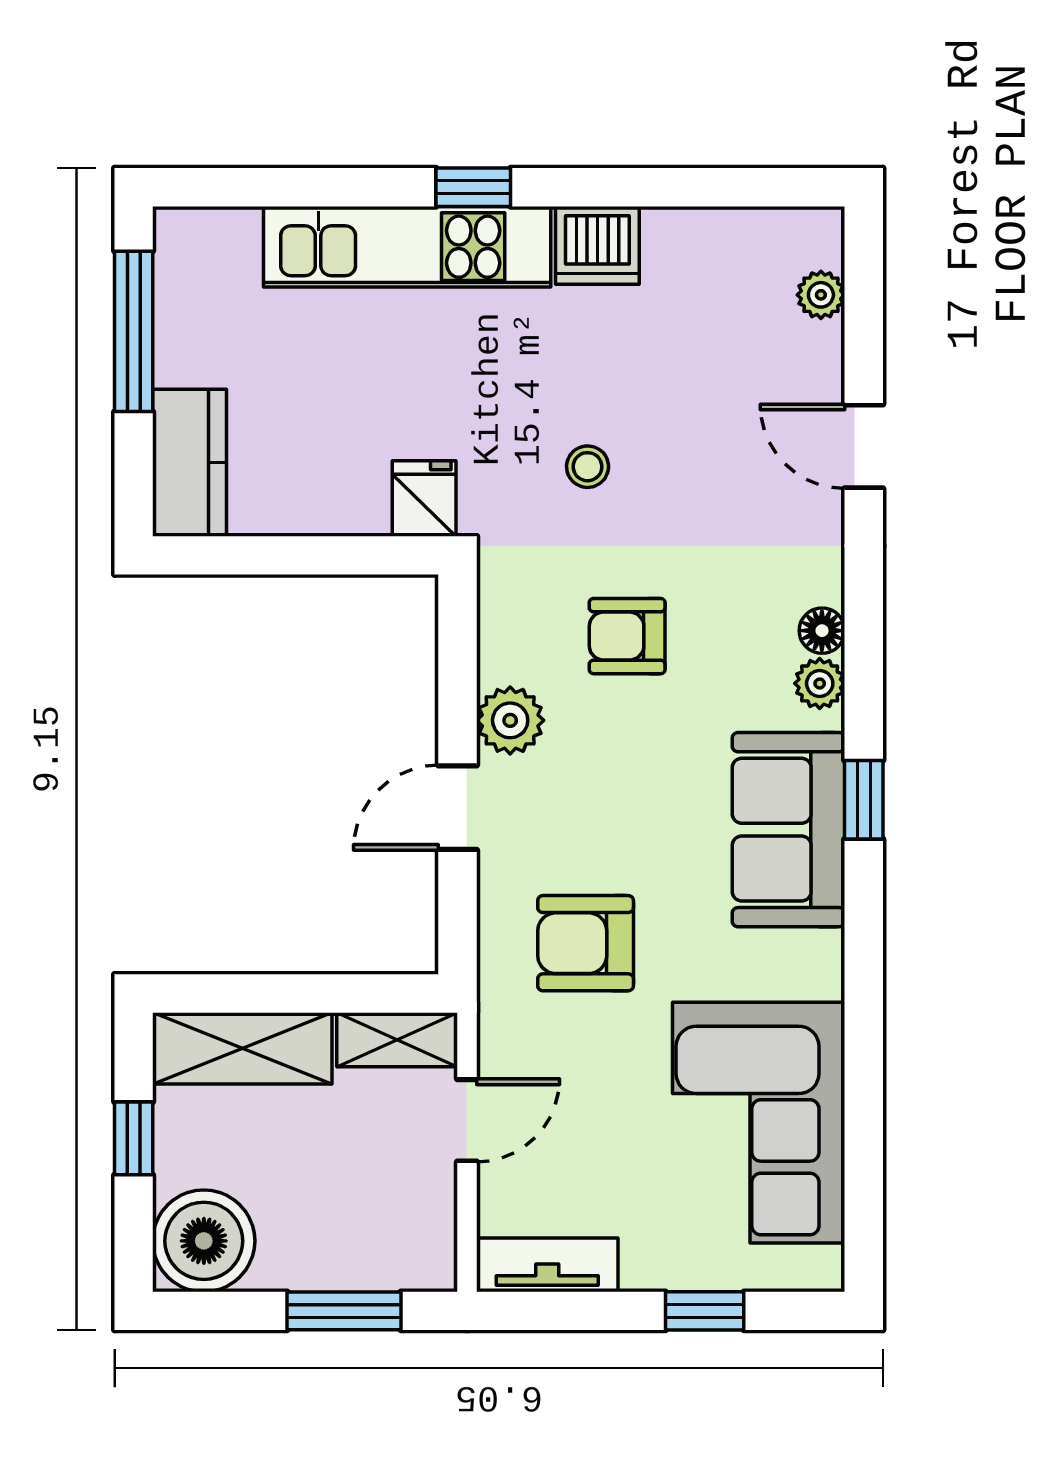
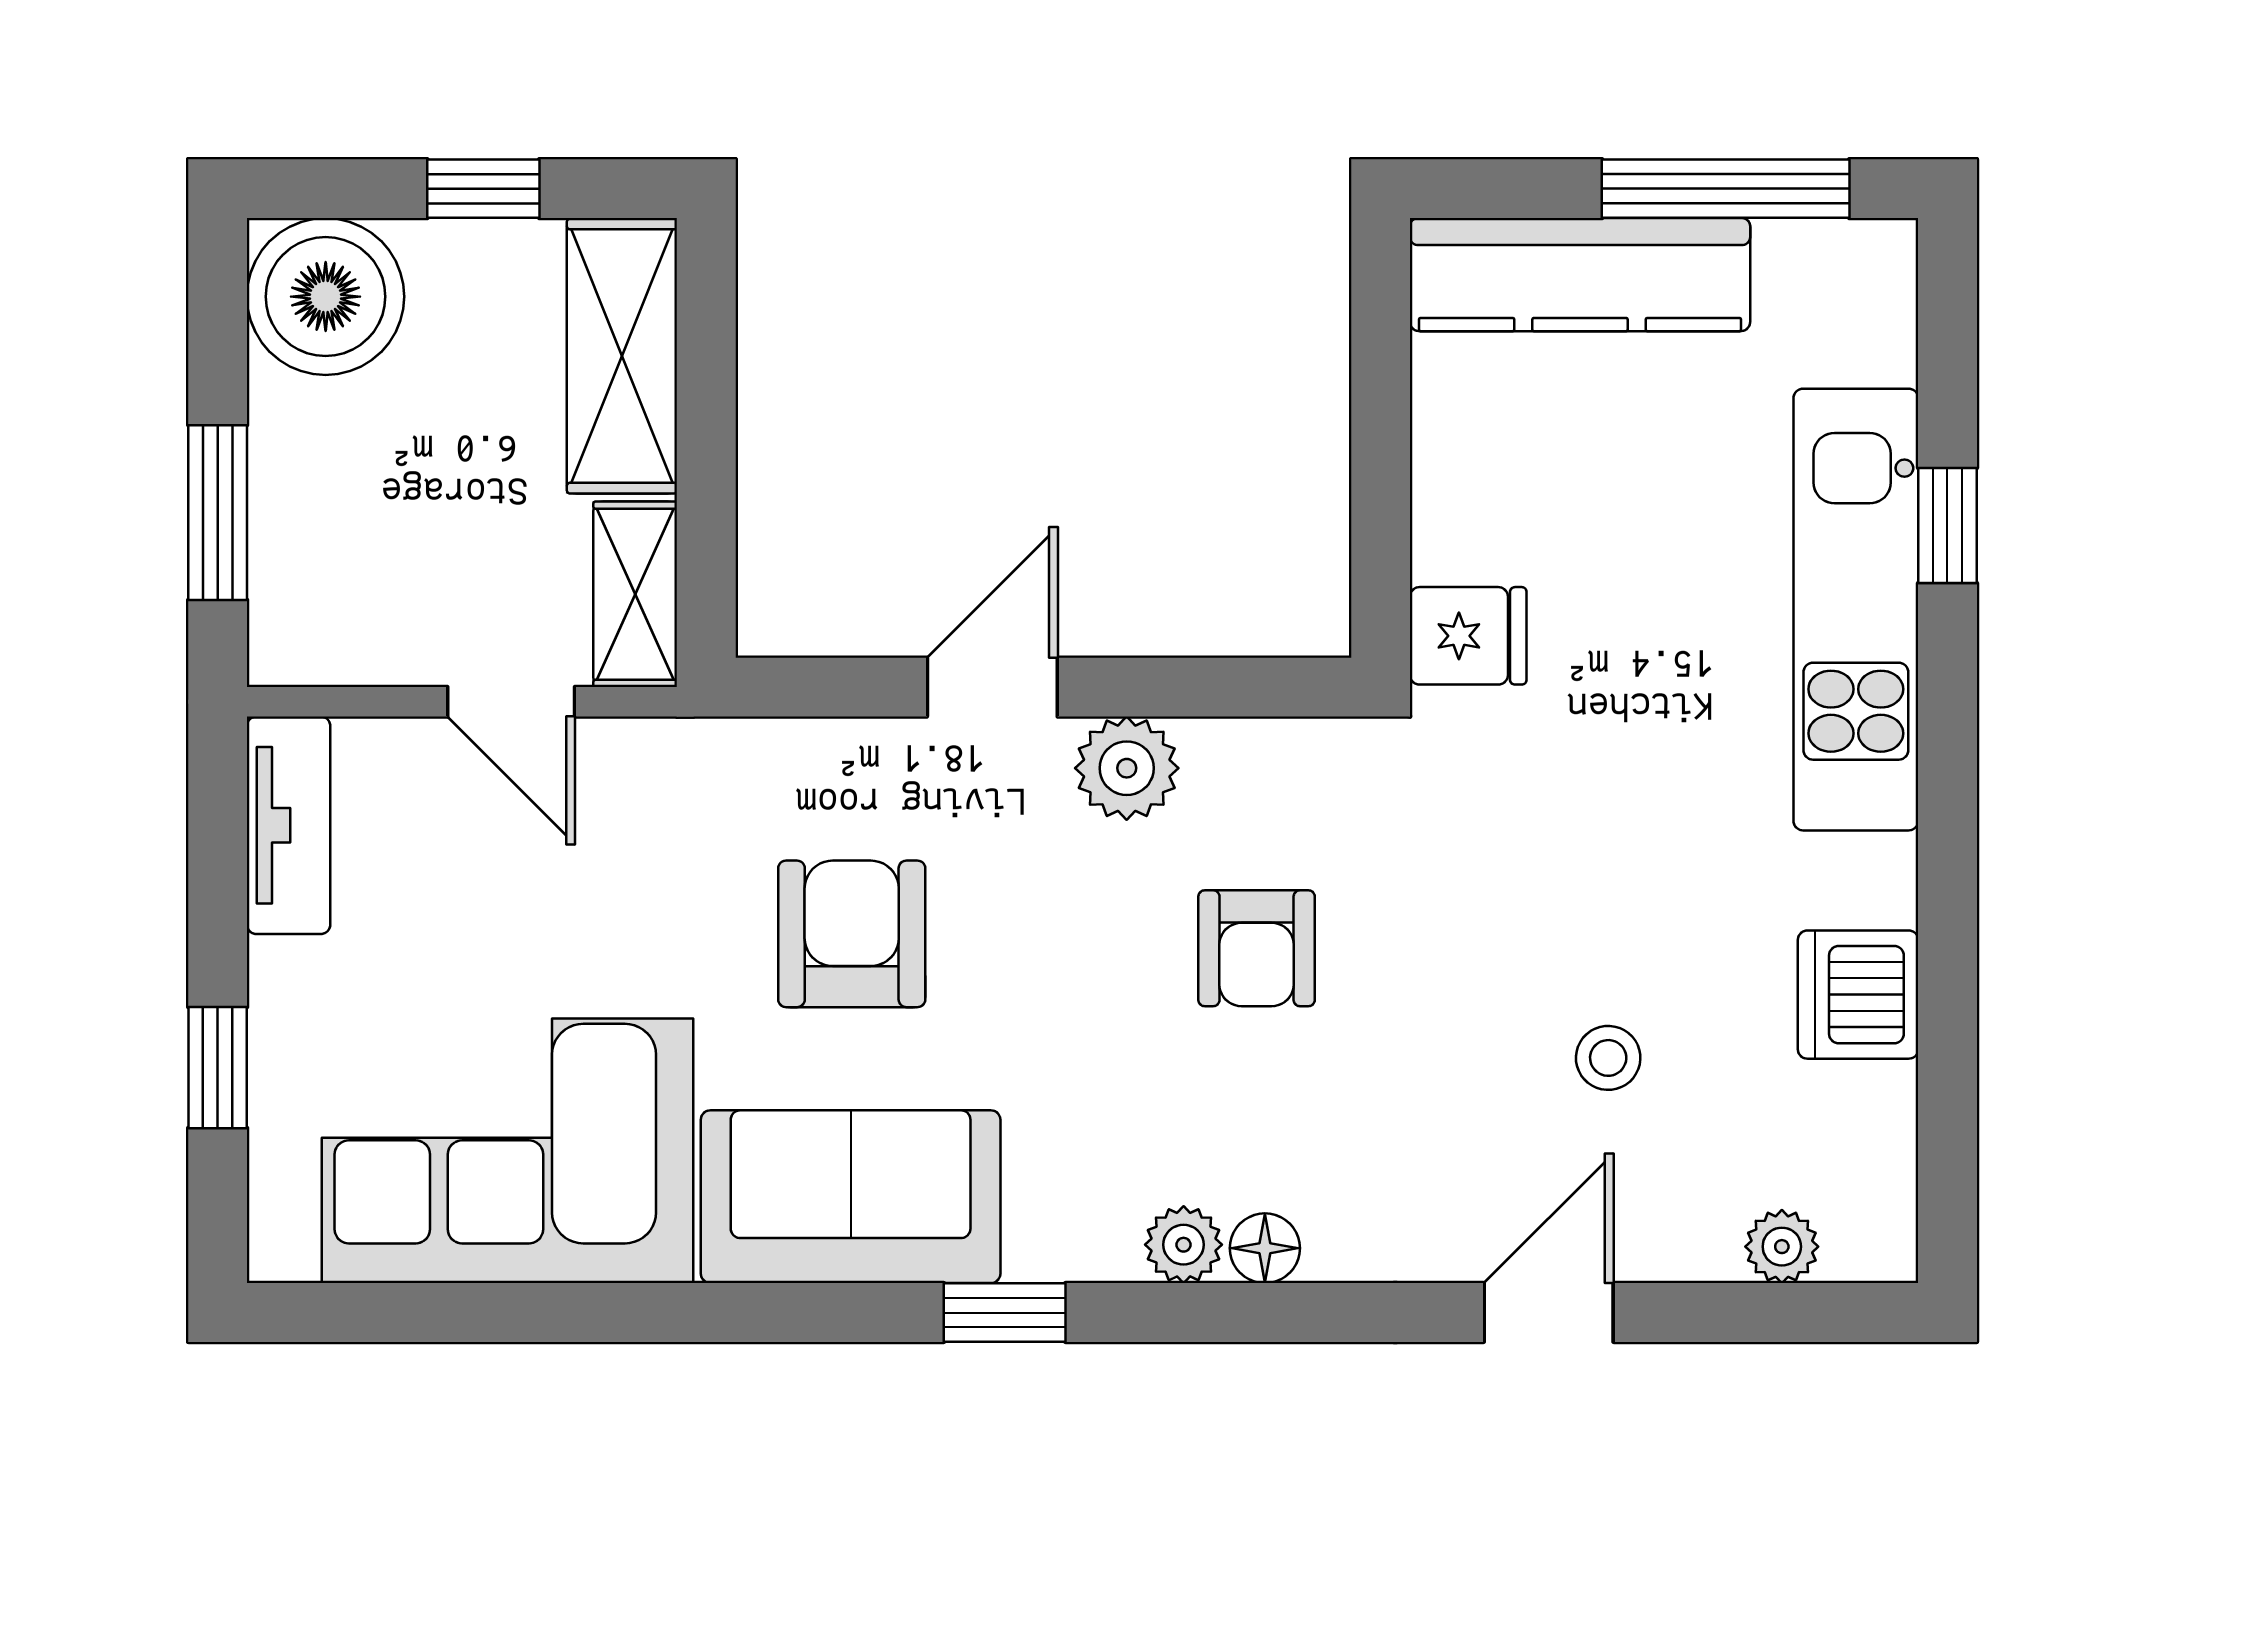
window: (473, 187) -> (1947, 526), moved
dishwasher: (597, 245) -> (1858, 995), moved
kitchen counter: (190, 463) -> (1580, 275), width x1.50
stool: (588, 467) -> (1608, 1058), moved
armchair: (627, 636) -> (1257, 948), turned 180
door: (457, 808) -> (992, 687), hinge flipped
sofa: (789, 830) -> (851, 1197), moved
armchair: (586, 943) -> (852, 934), moved

